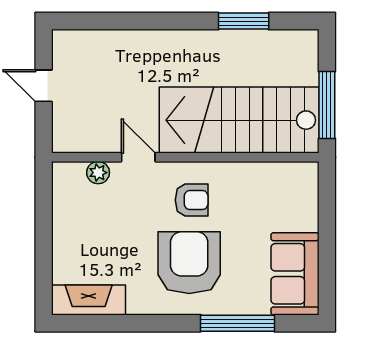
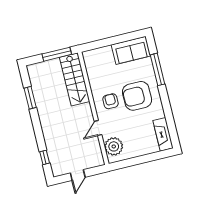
window: (101, 21) -> (45, 157), added
stairs: (239, 120) -> (75, 79), width x0.73, depth x0.66
plant: (98, 173) -> (114, 146), width x1.87, depth x1.87

